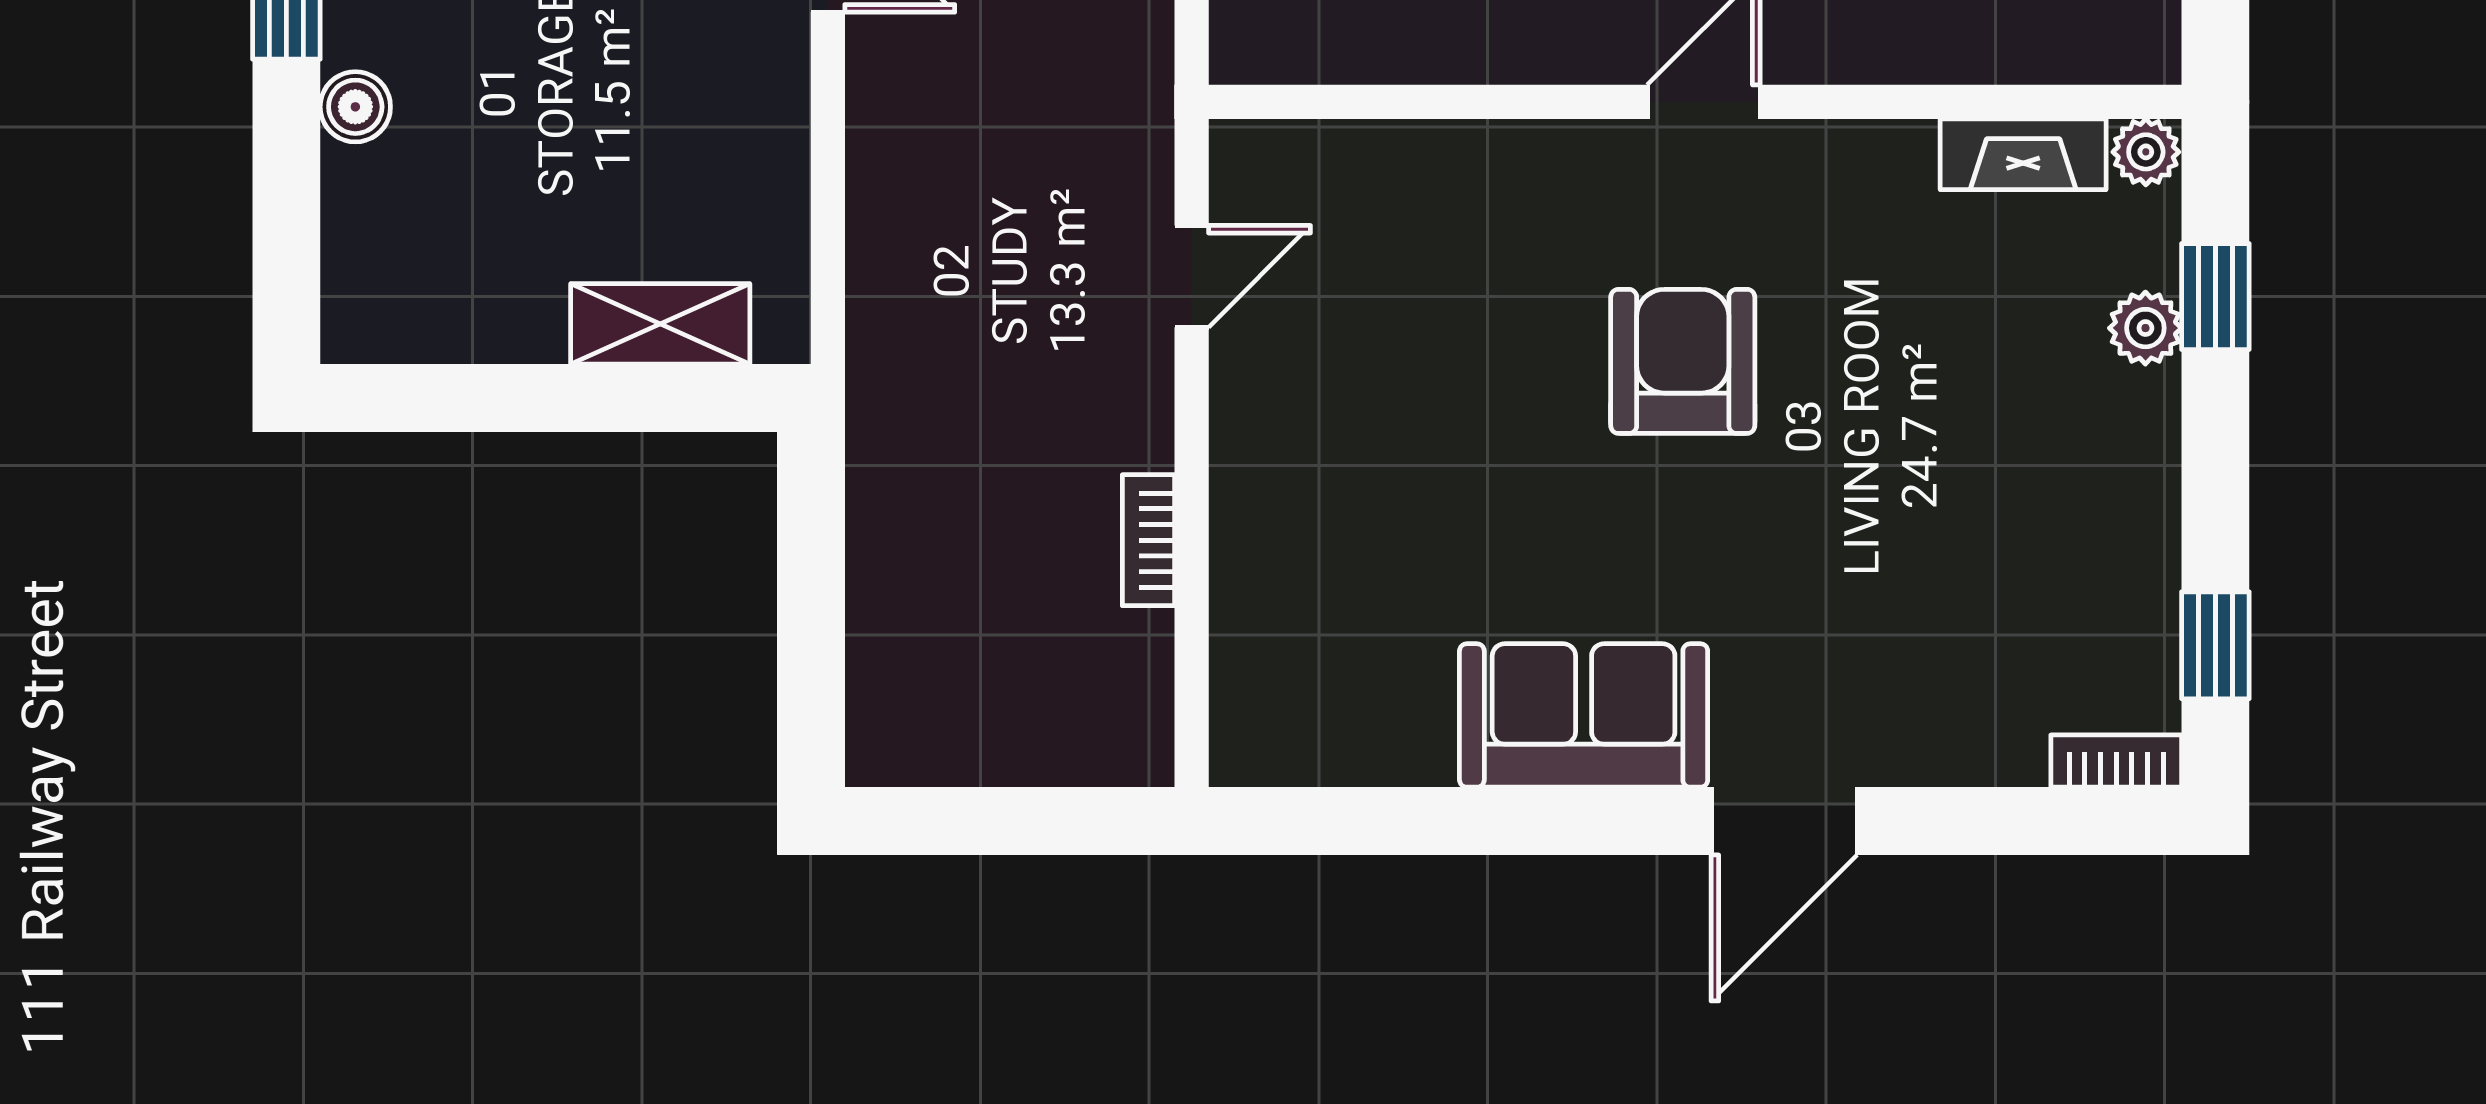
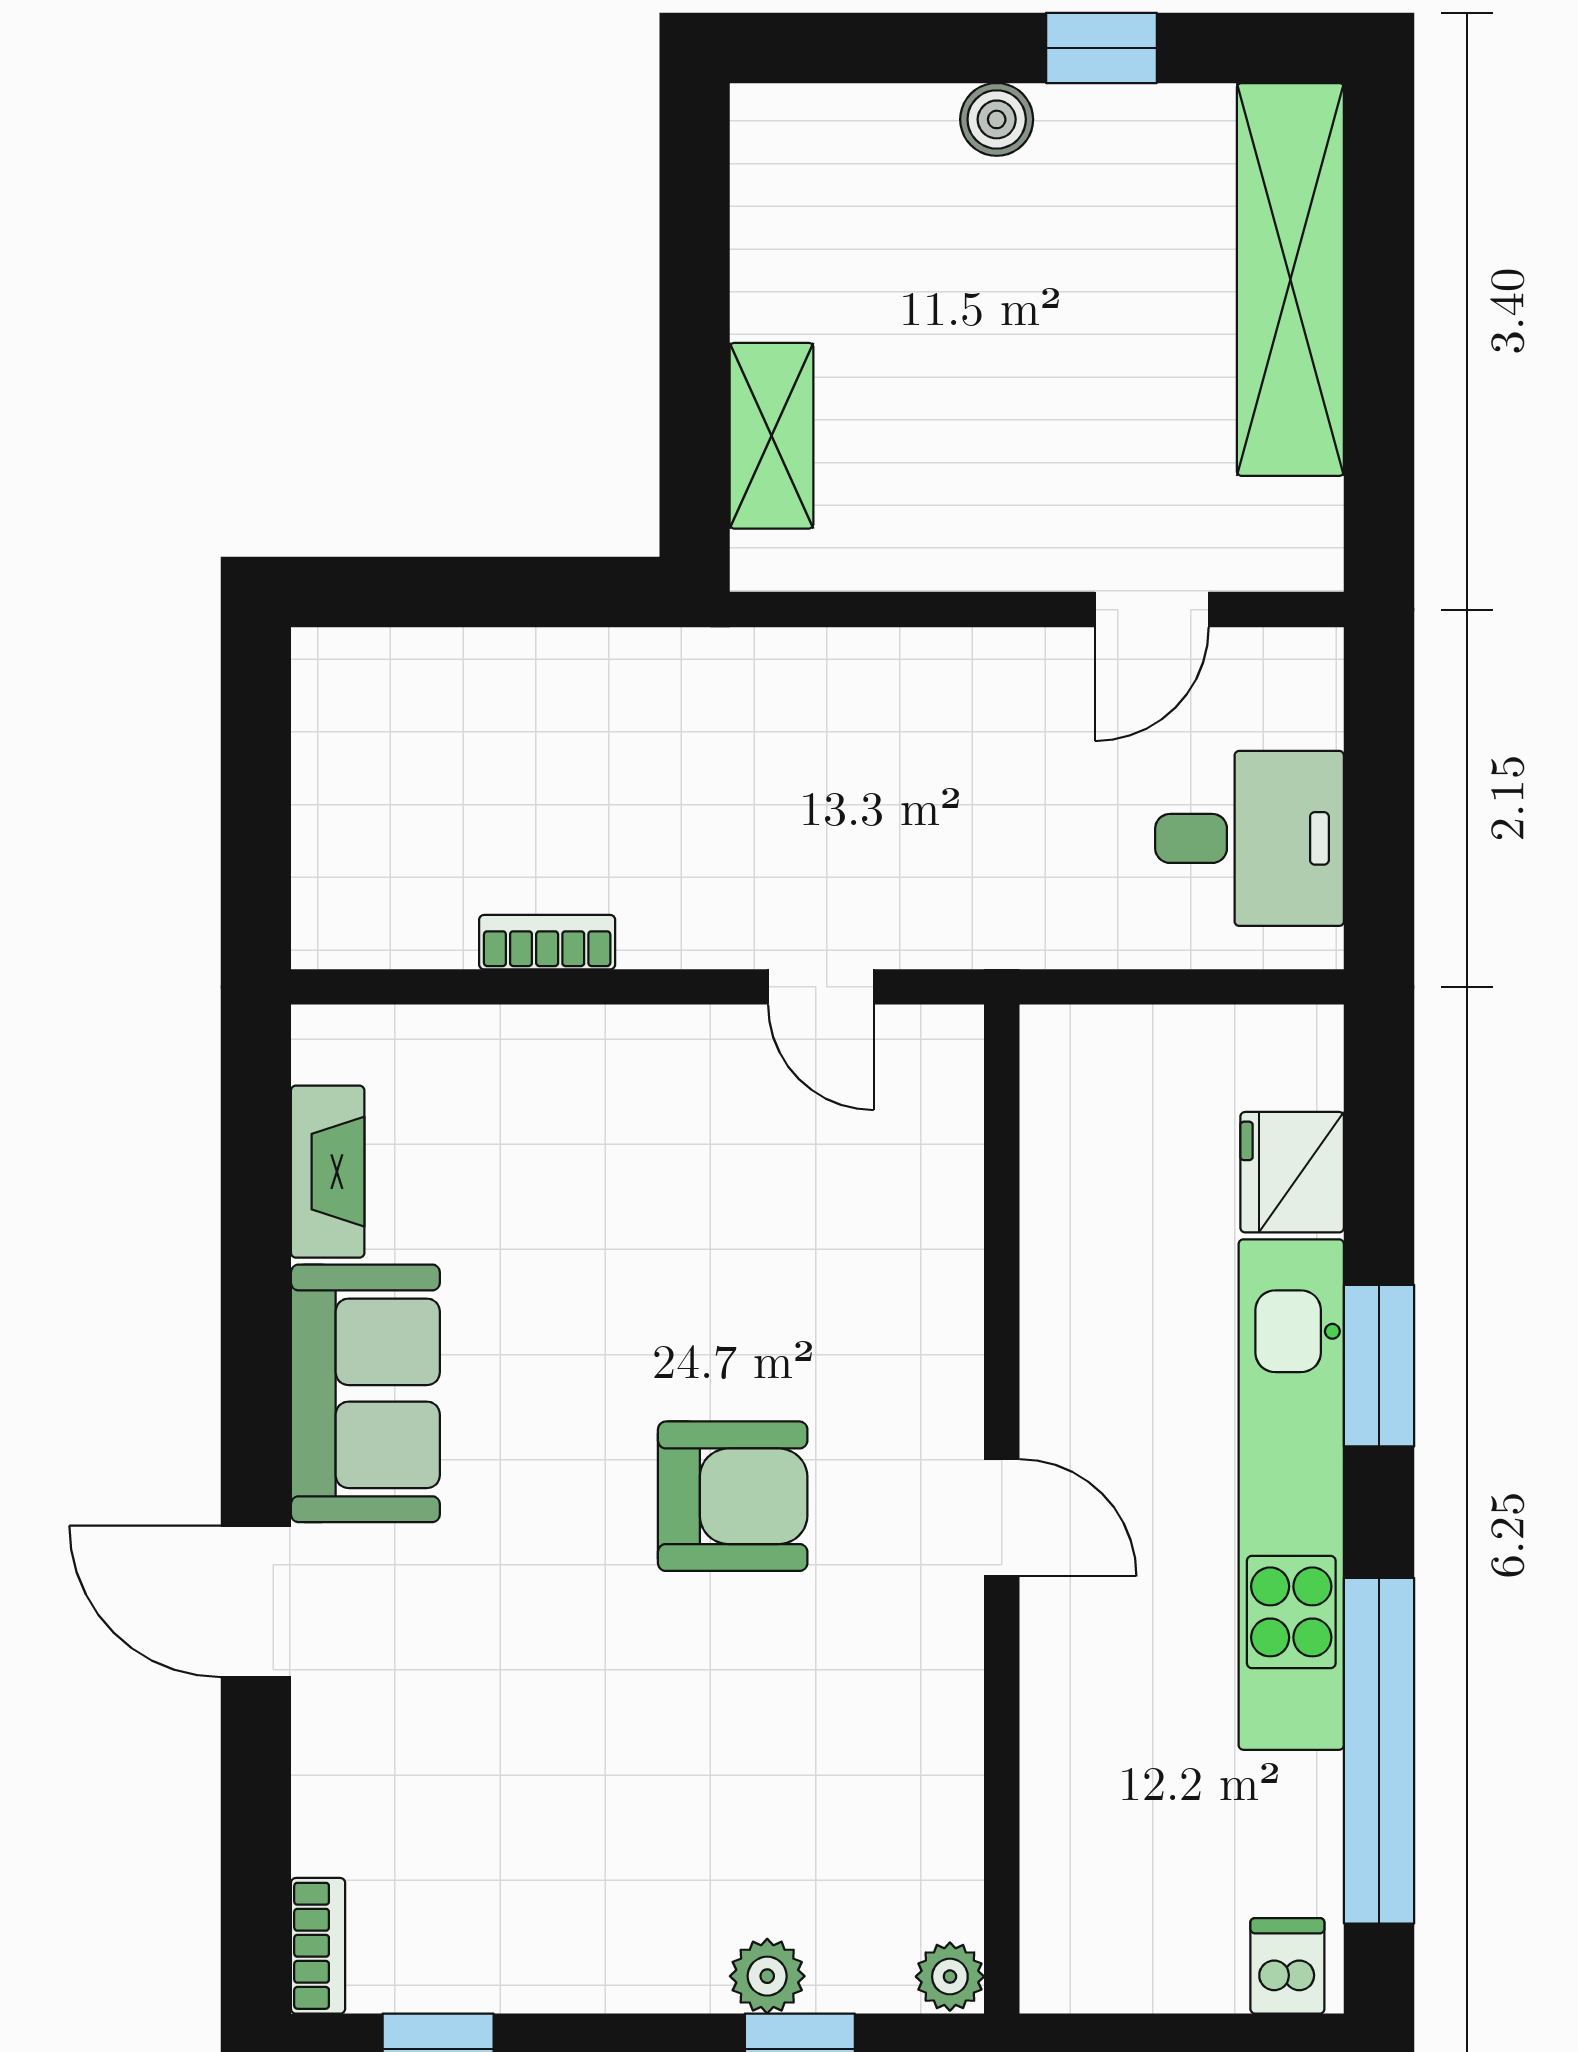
fireplace: (2023, 154) -> (328, 1172), moved, turned 180

